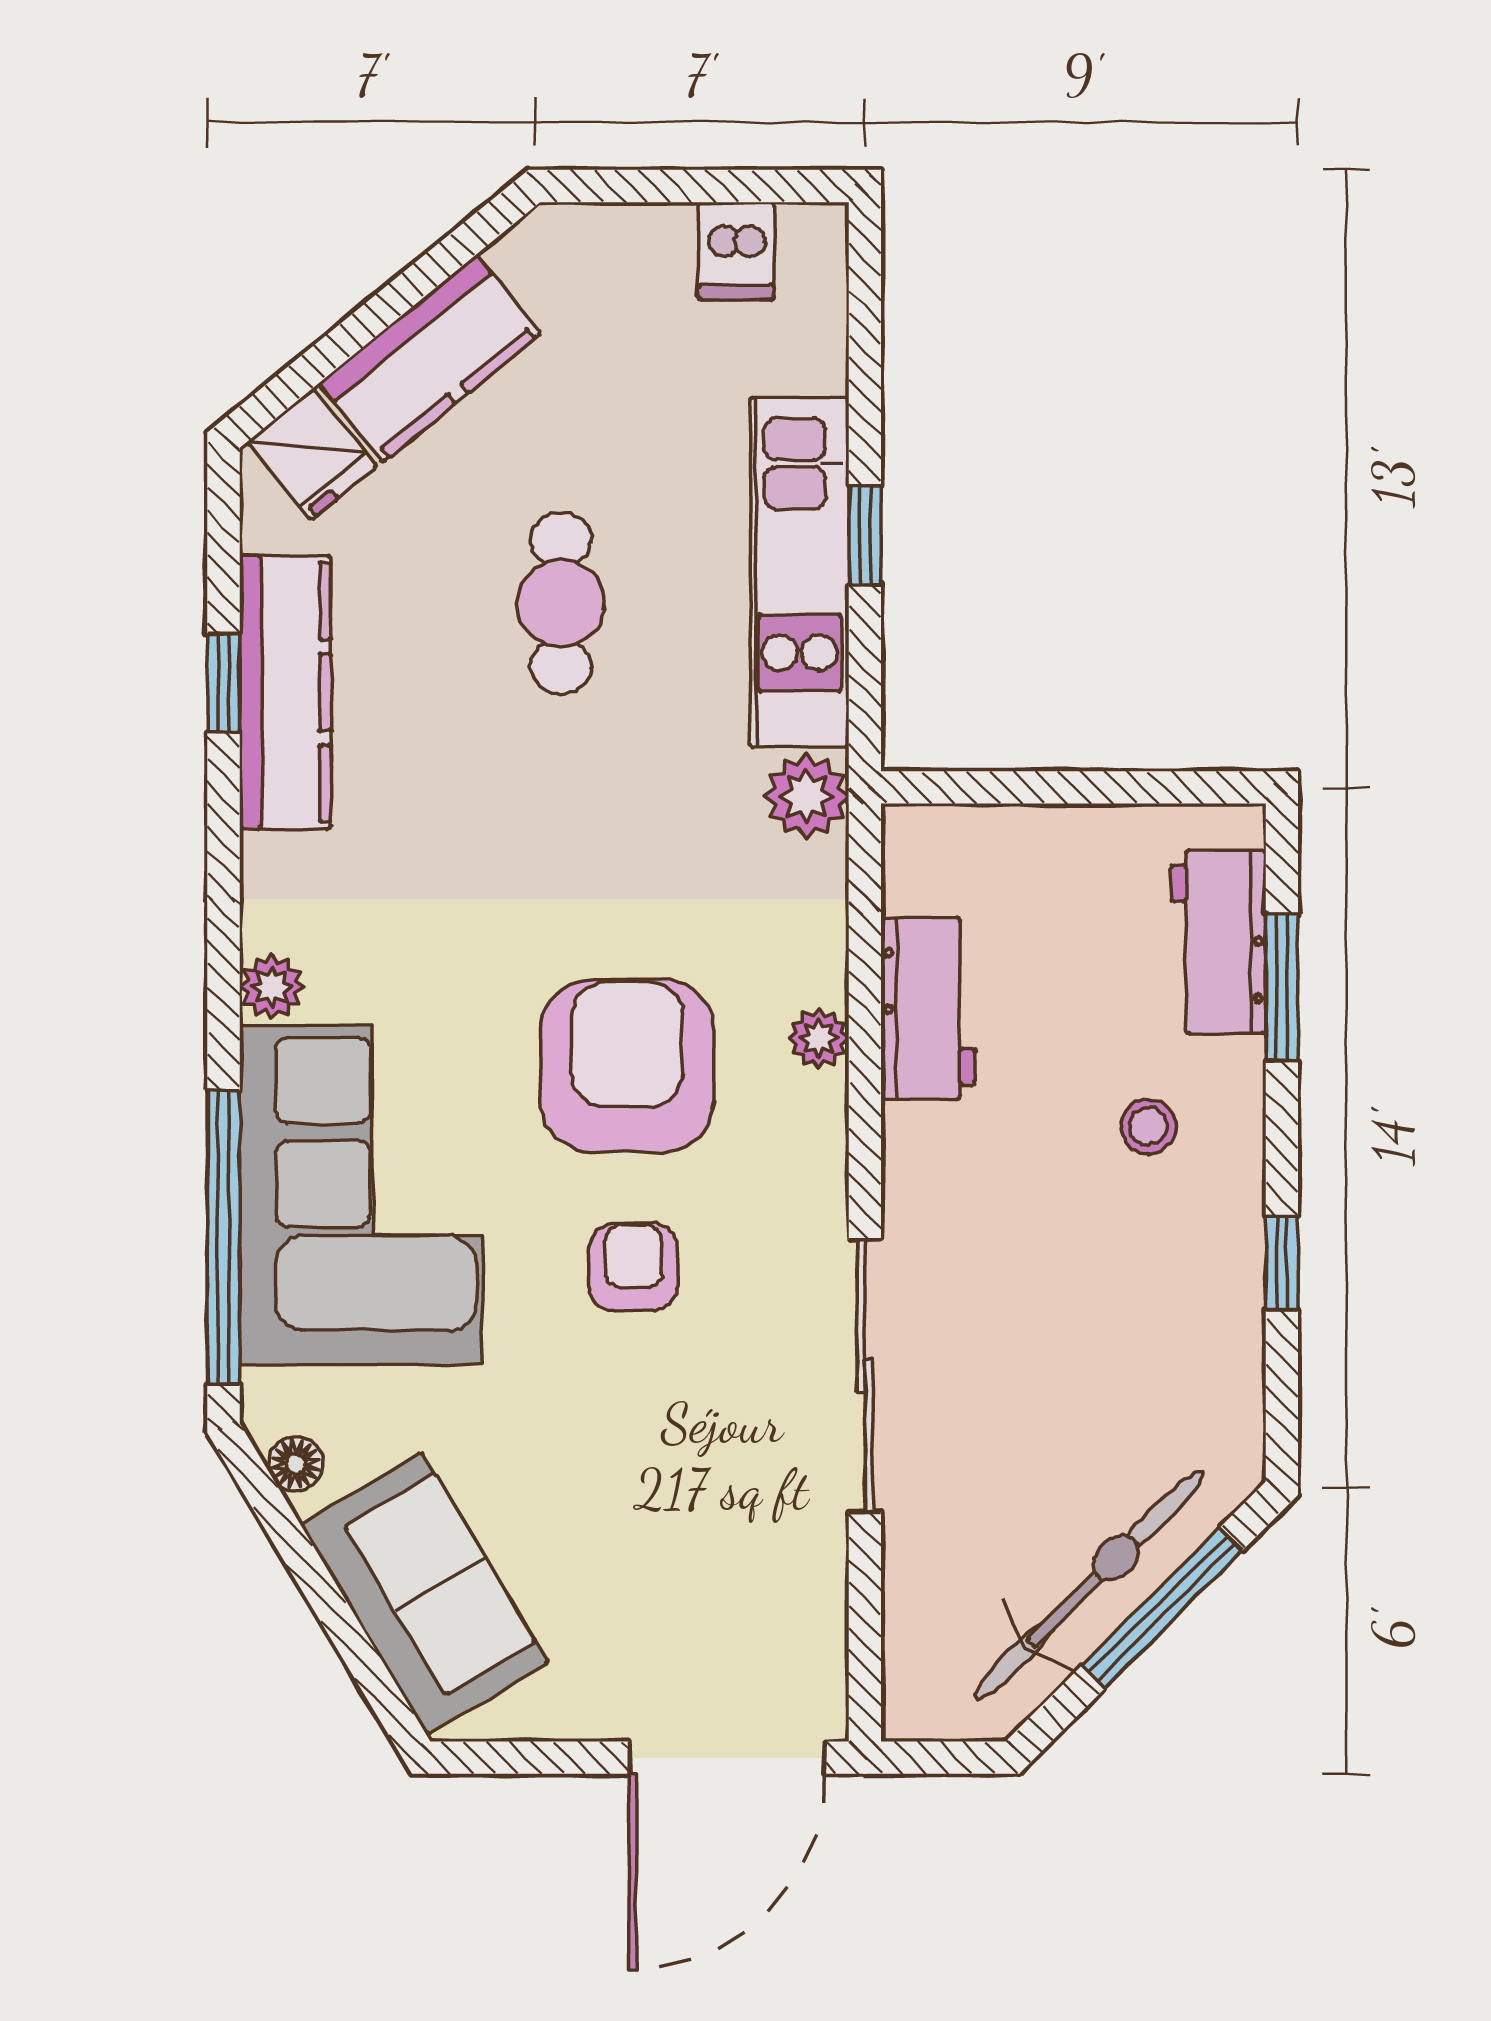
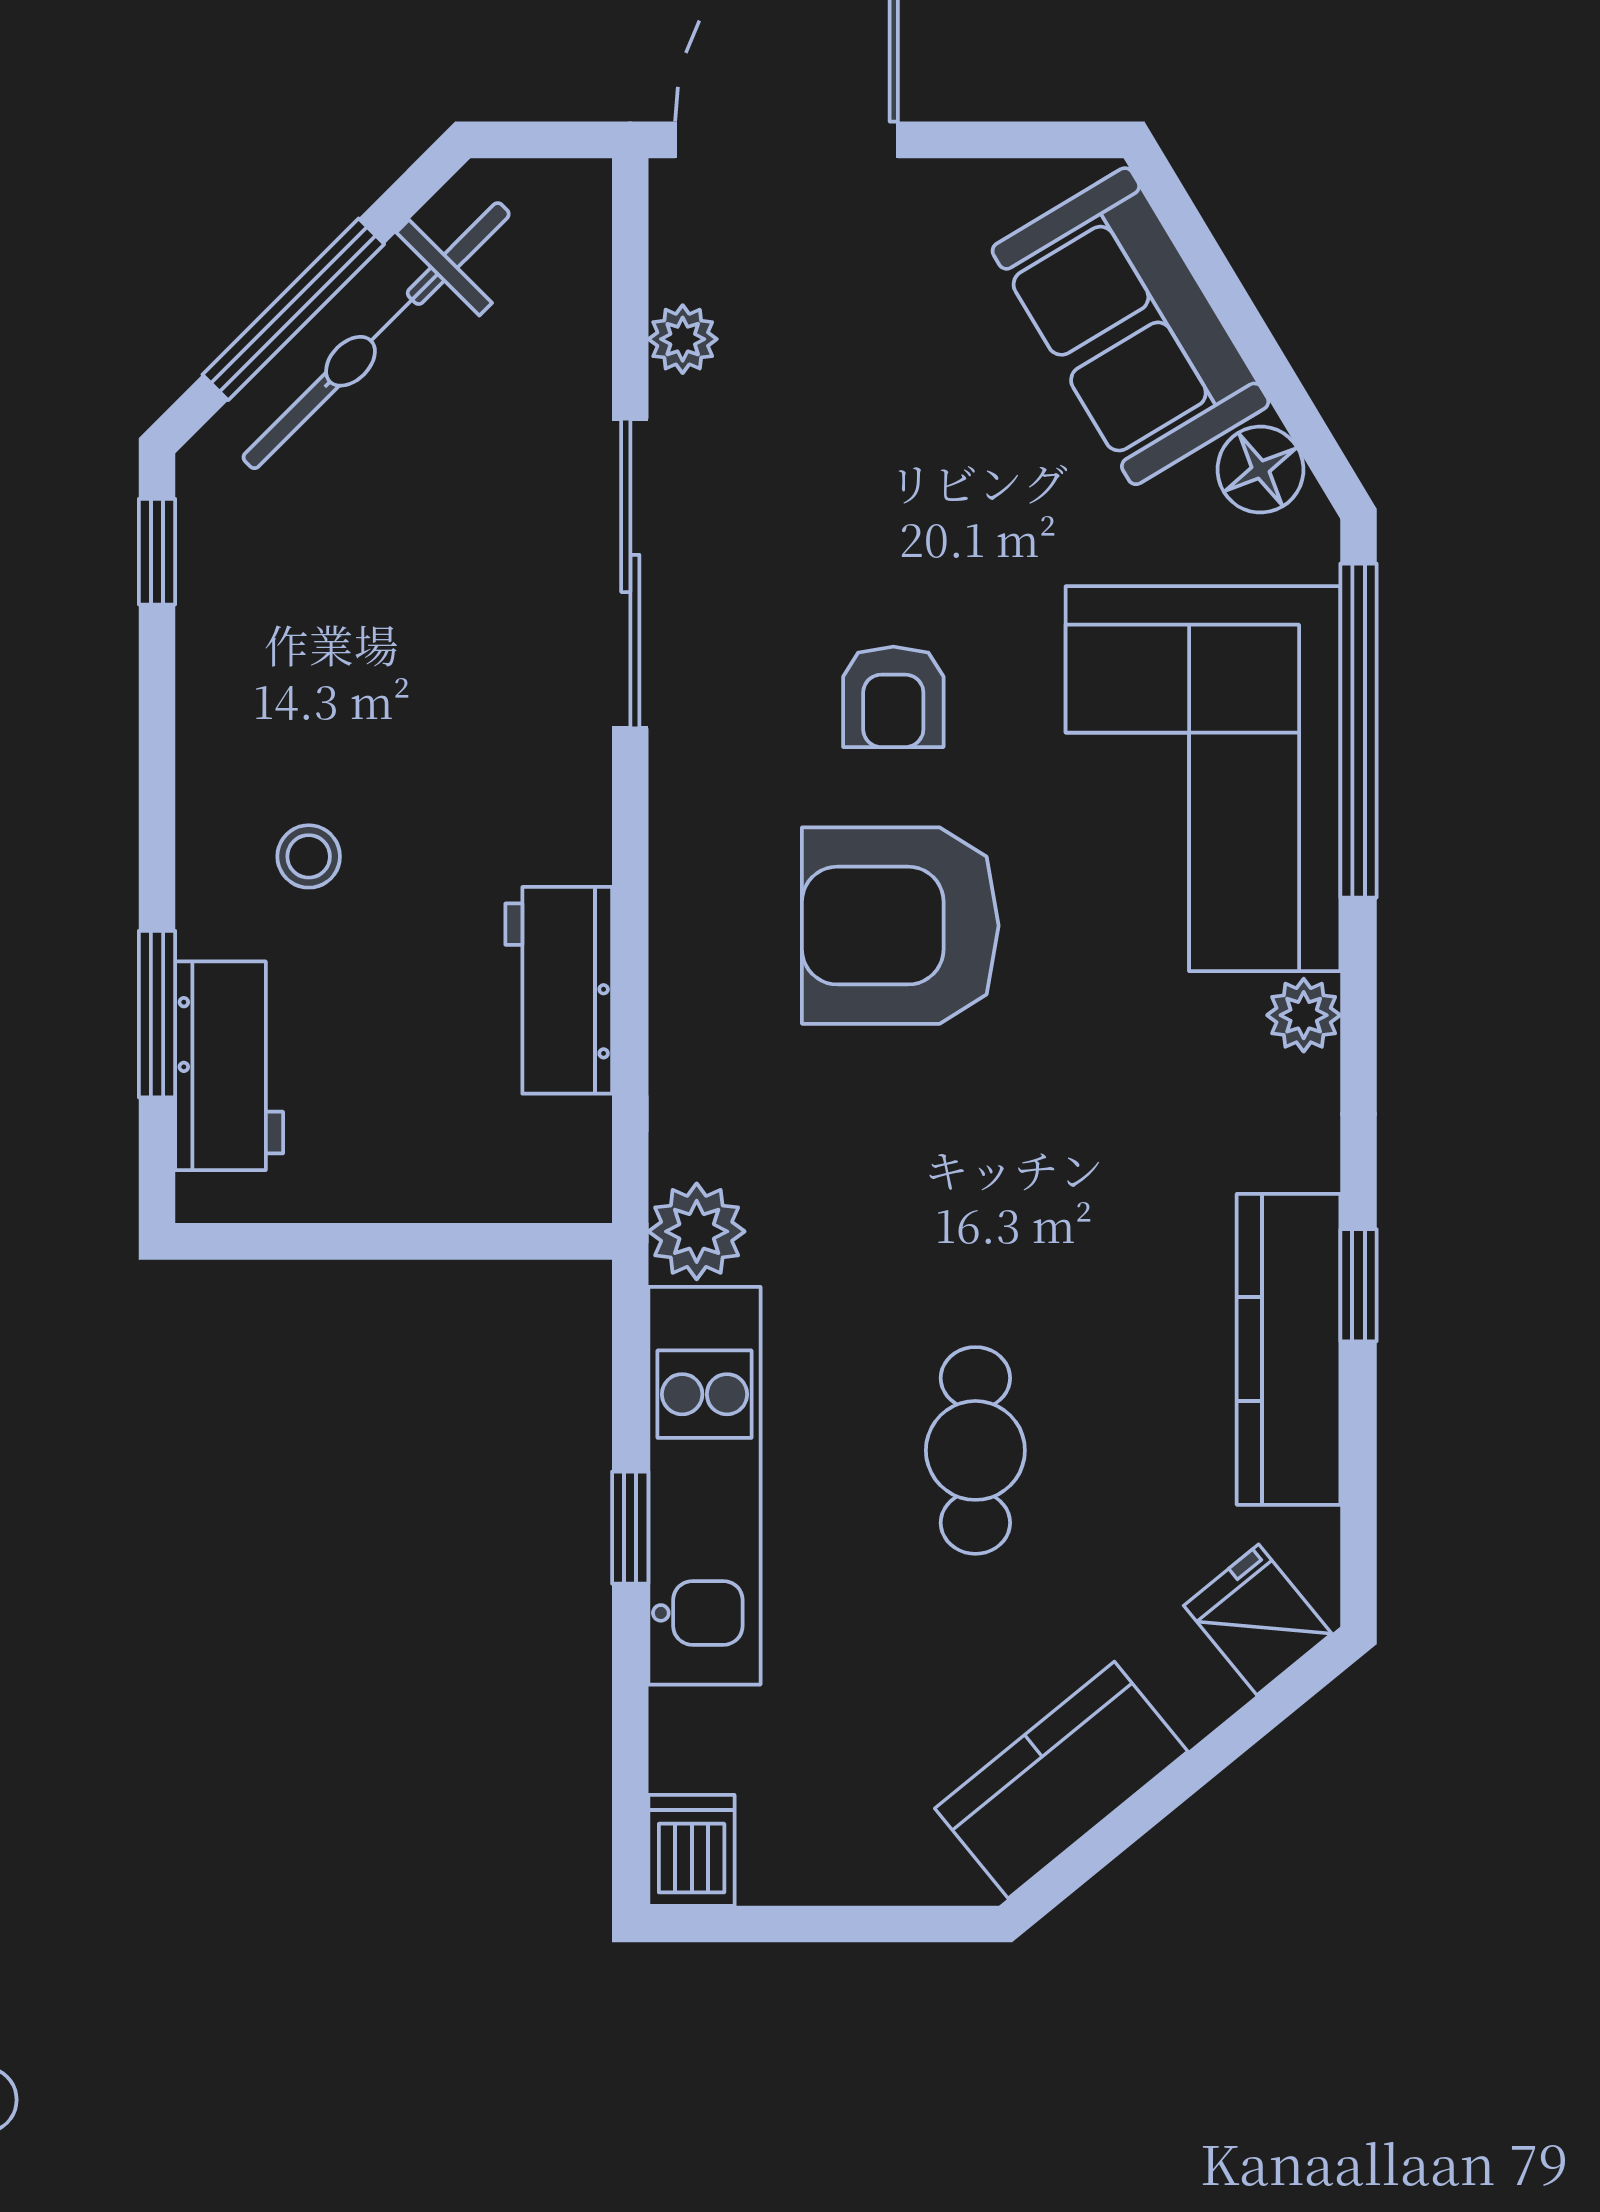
dishwasher: (736, 251) -> (692, 1850), moved
kitchen counter: (430, 358) -> (1061, 1780), moved
window: (224, 683) -> (1358, 1285), moved
plant: (819, 1038) -> (683, 339), moved
armchair: (627, 1066) -> (900, 926), turned 90
window: (1282, 1263) -> (157, 552), moved
floor lamp: (296, 1464) -> (1261, 470), width x1.37, depth x1.37

